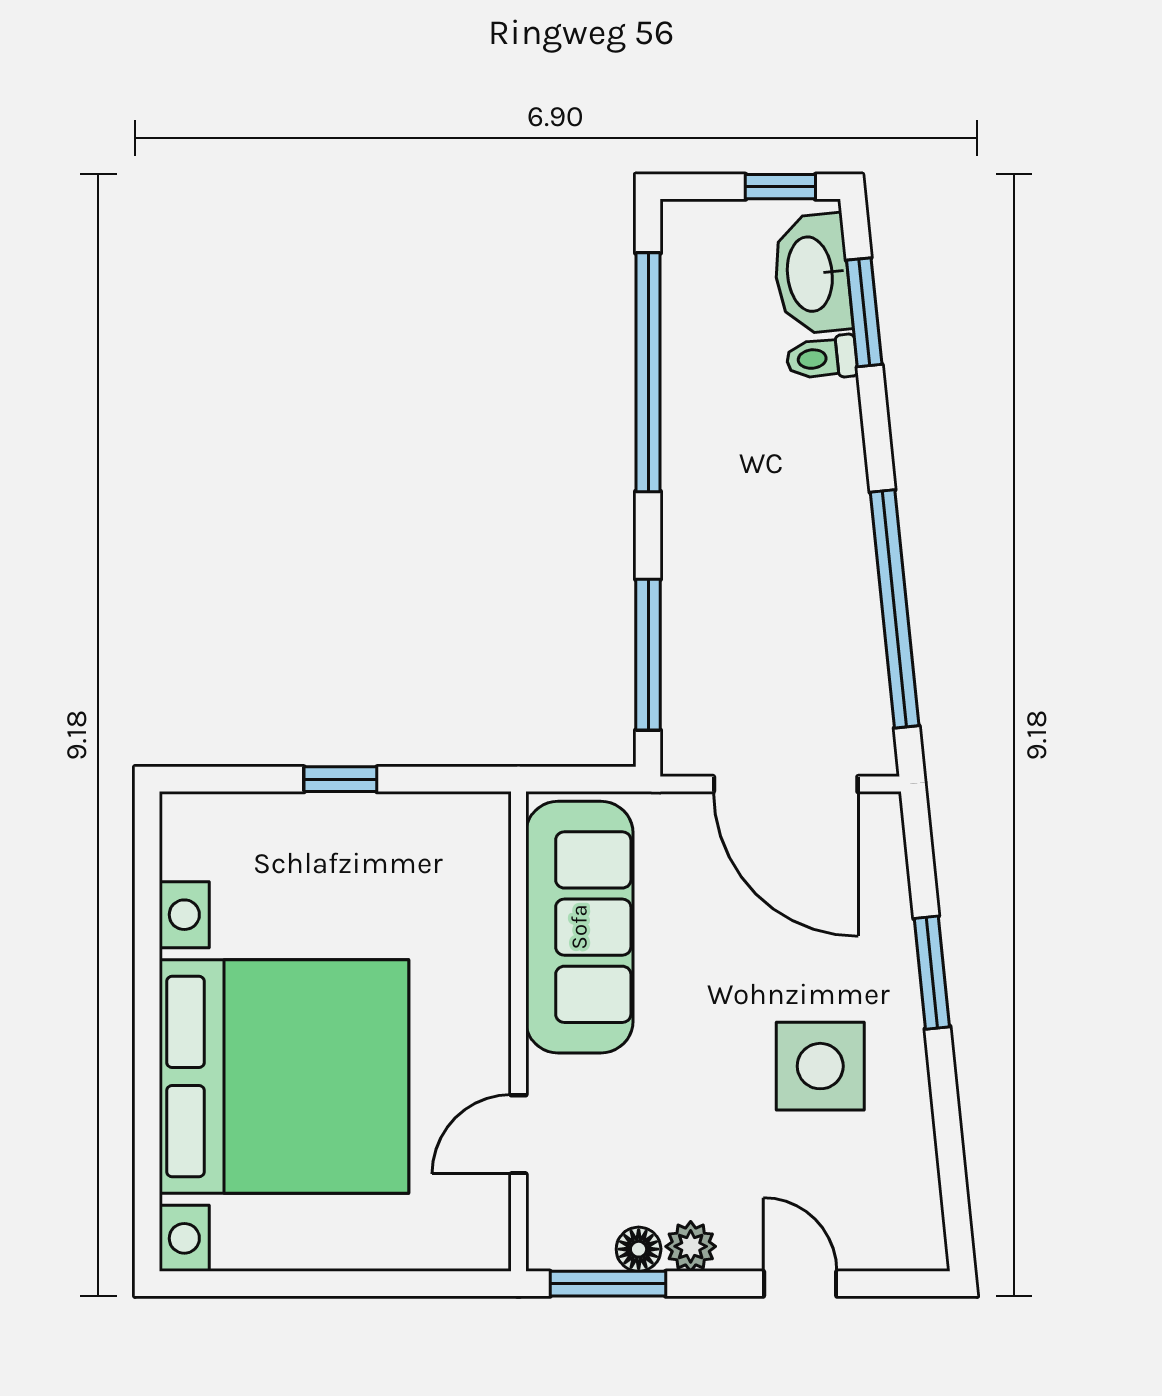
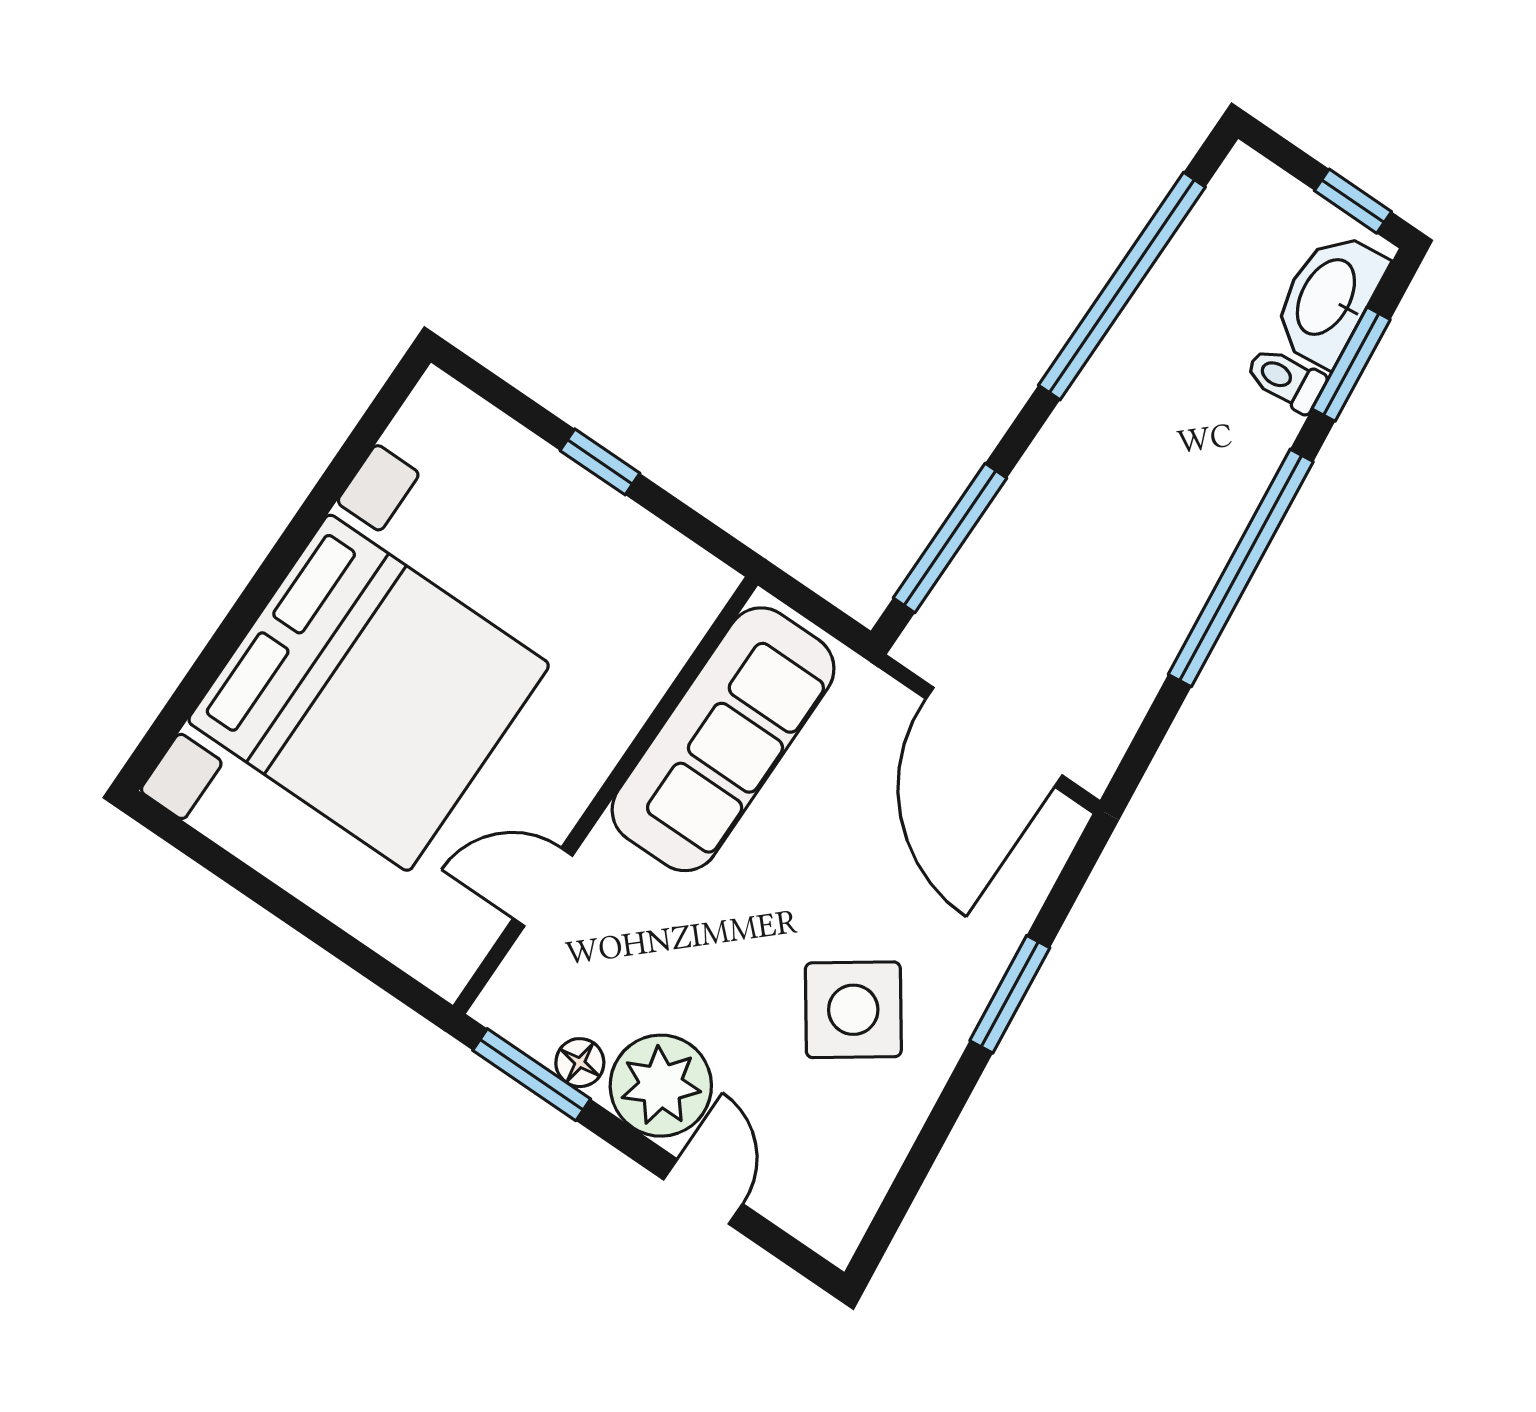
window: (895, 609) -> (1241, 568), moved
side table: (820, 1066) -> (853, 1010), turned -35
plant: (691, 1246) -> (661, 1086), width x1.87, depth x1.87

